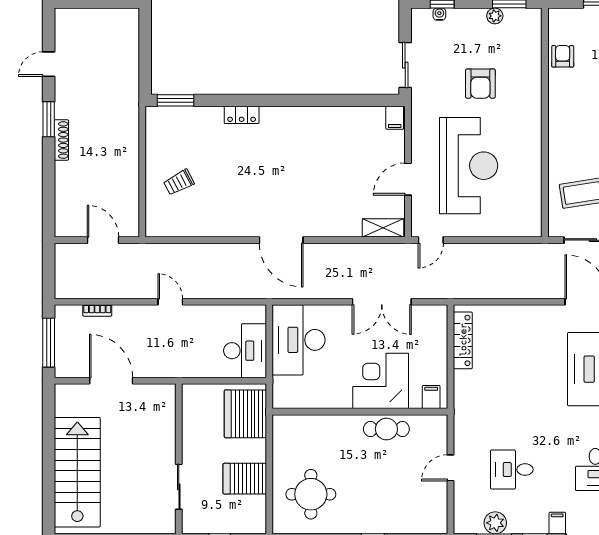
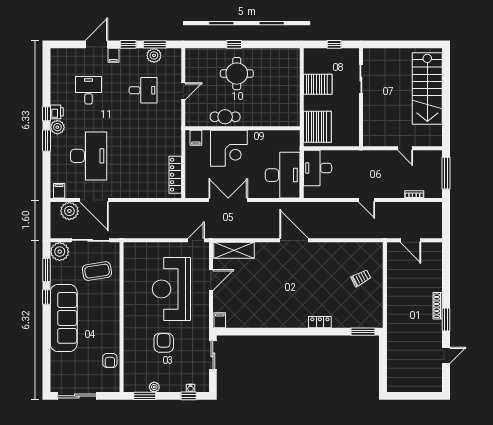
shelving: (383, 228) -> (234, 250), width x1.50, depth x1.33
door: (111, 381) -> (405, 148), width x0.53
round table: (311, 494) -> (237, 74), moved

